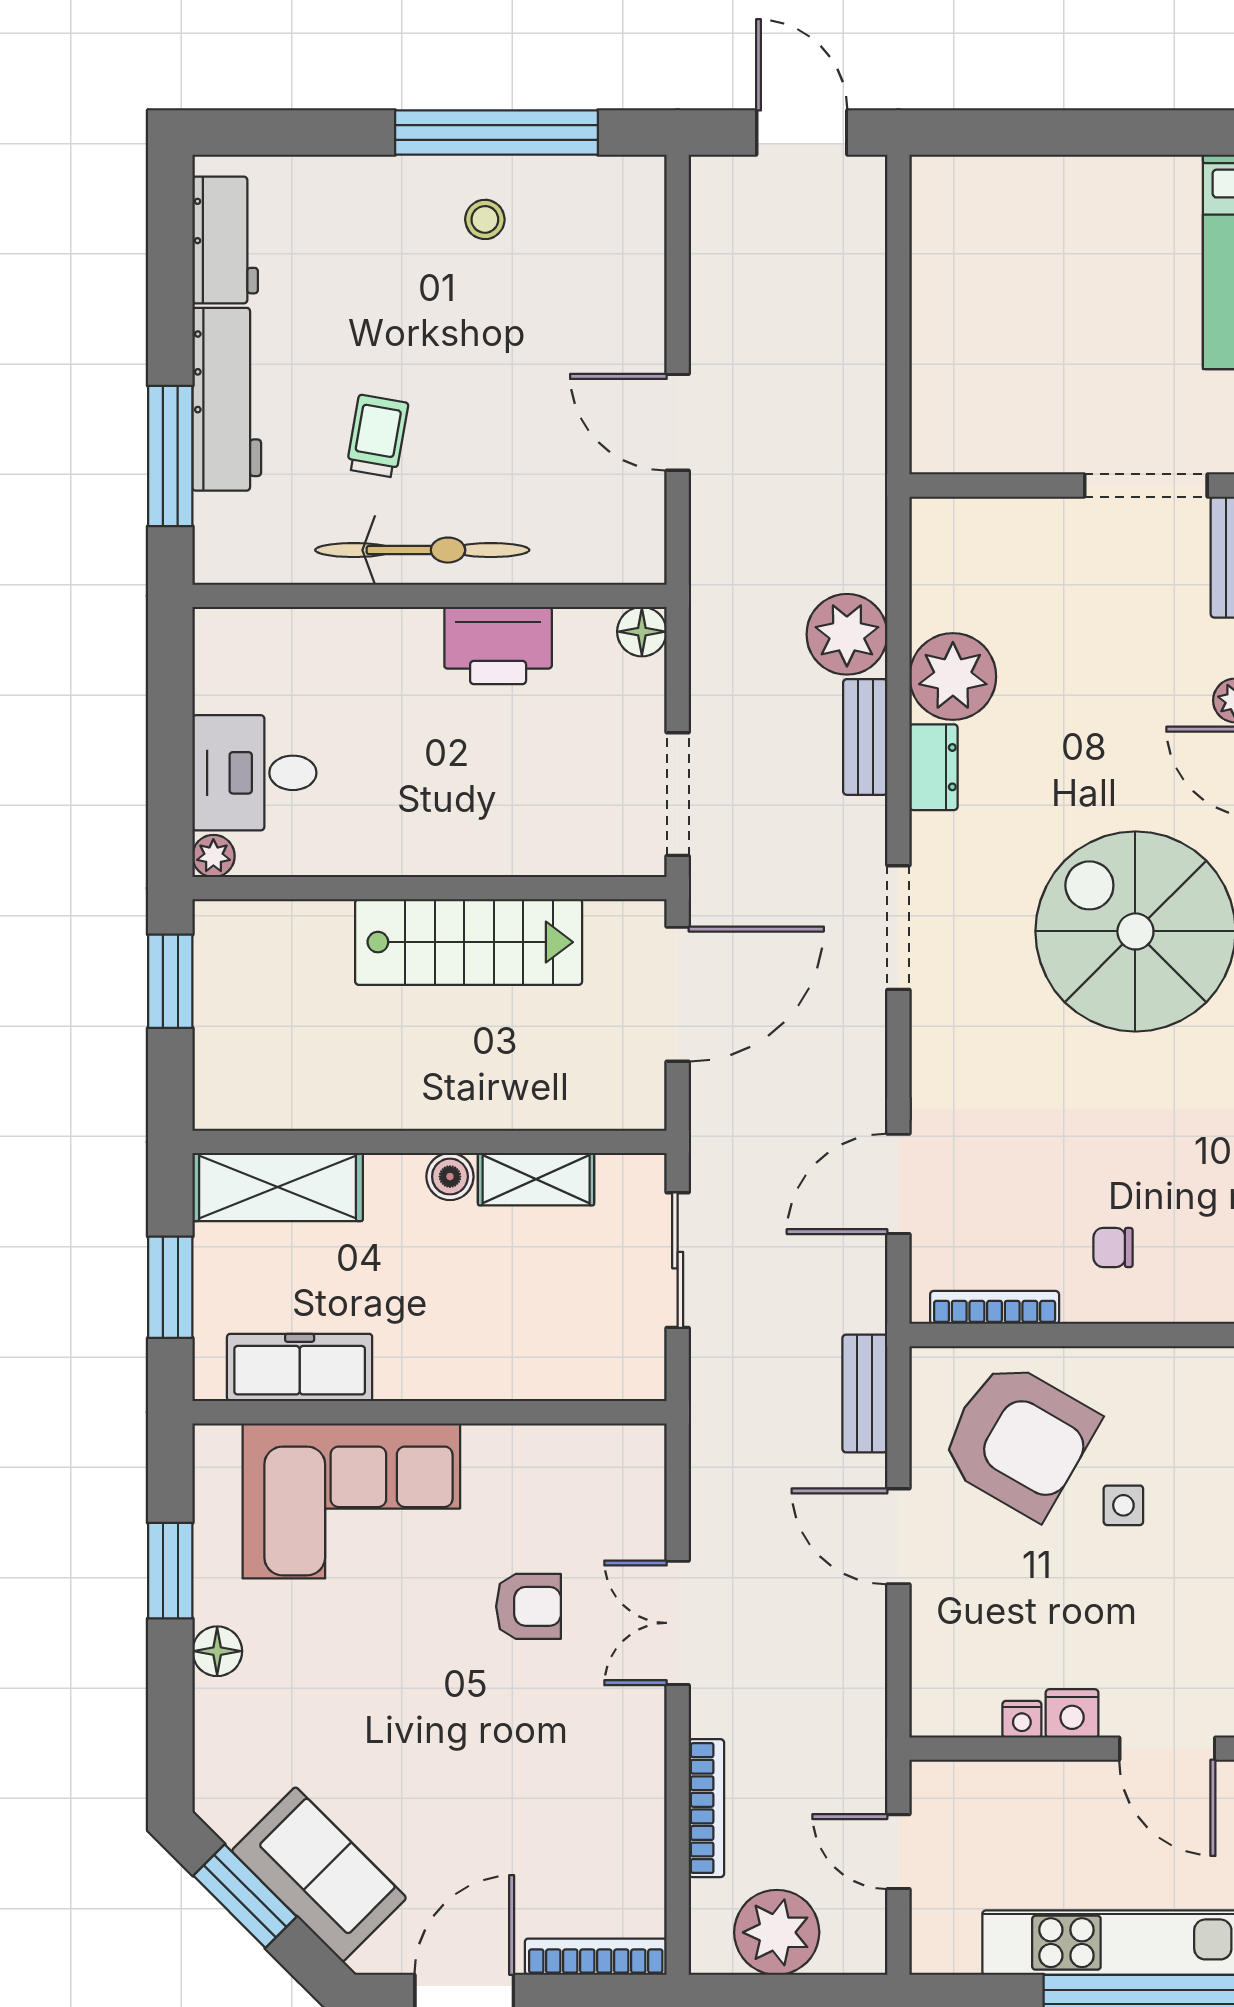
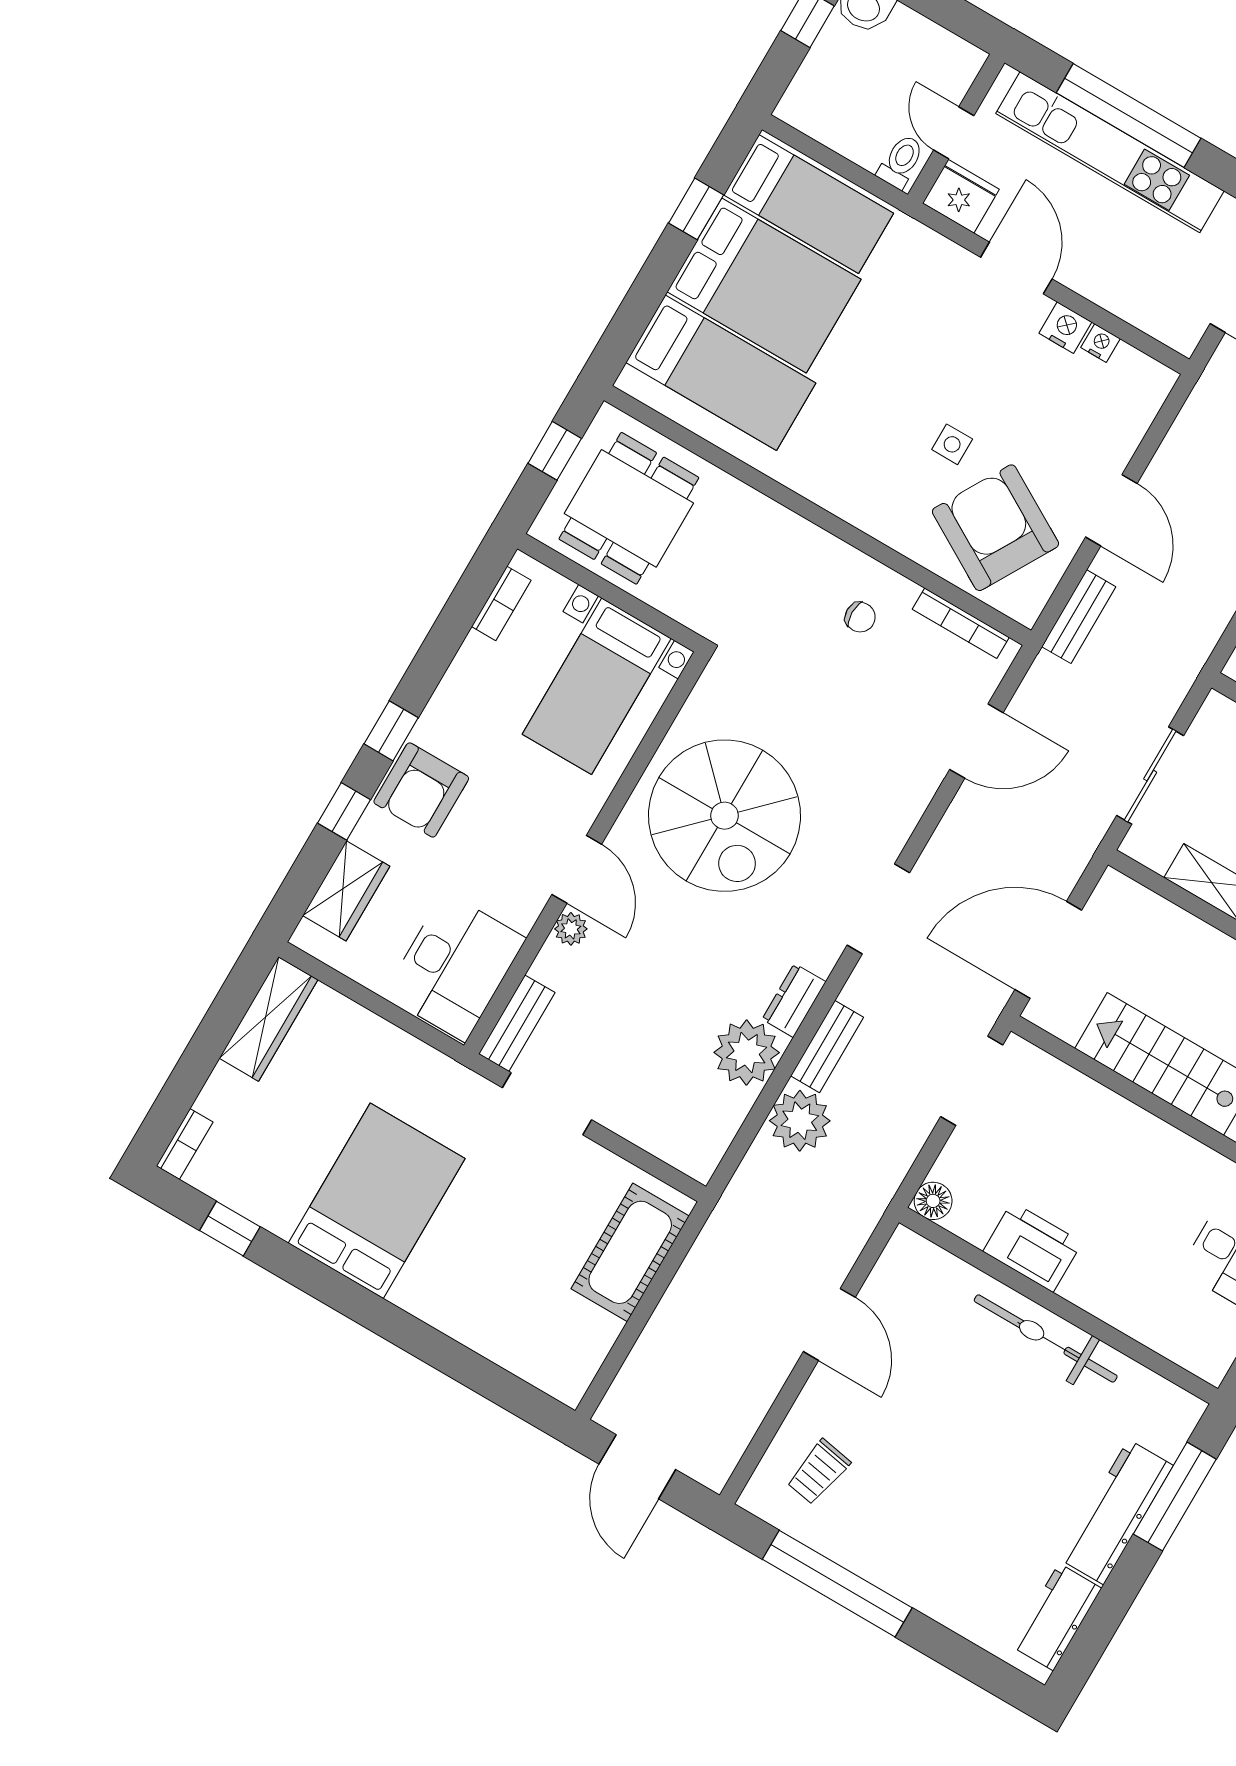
stool: (485, 219) -> (878, 1531), removed
cot: (952, 372) -> (630, 1252), added
trolley: (377, 436) -> (818, 1472), moved

